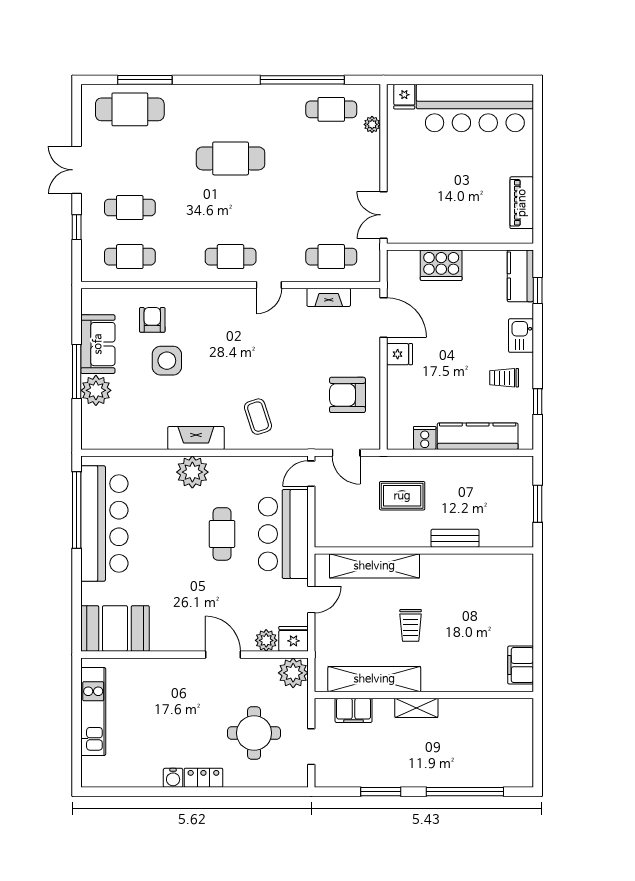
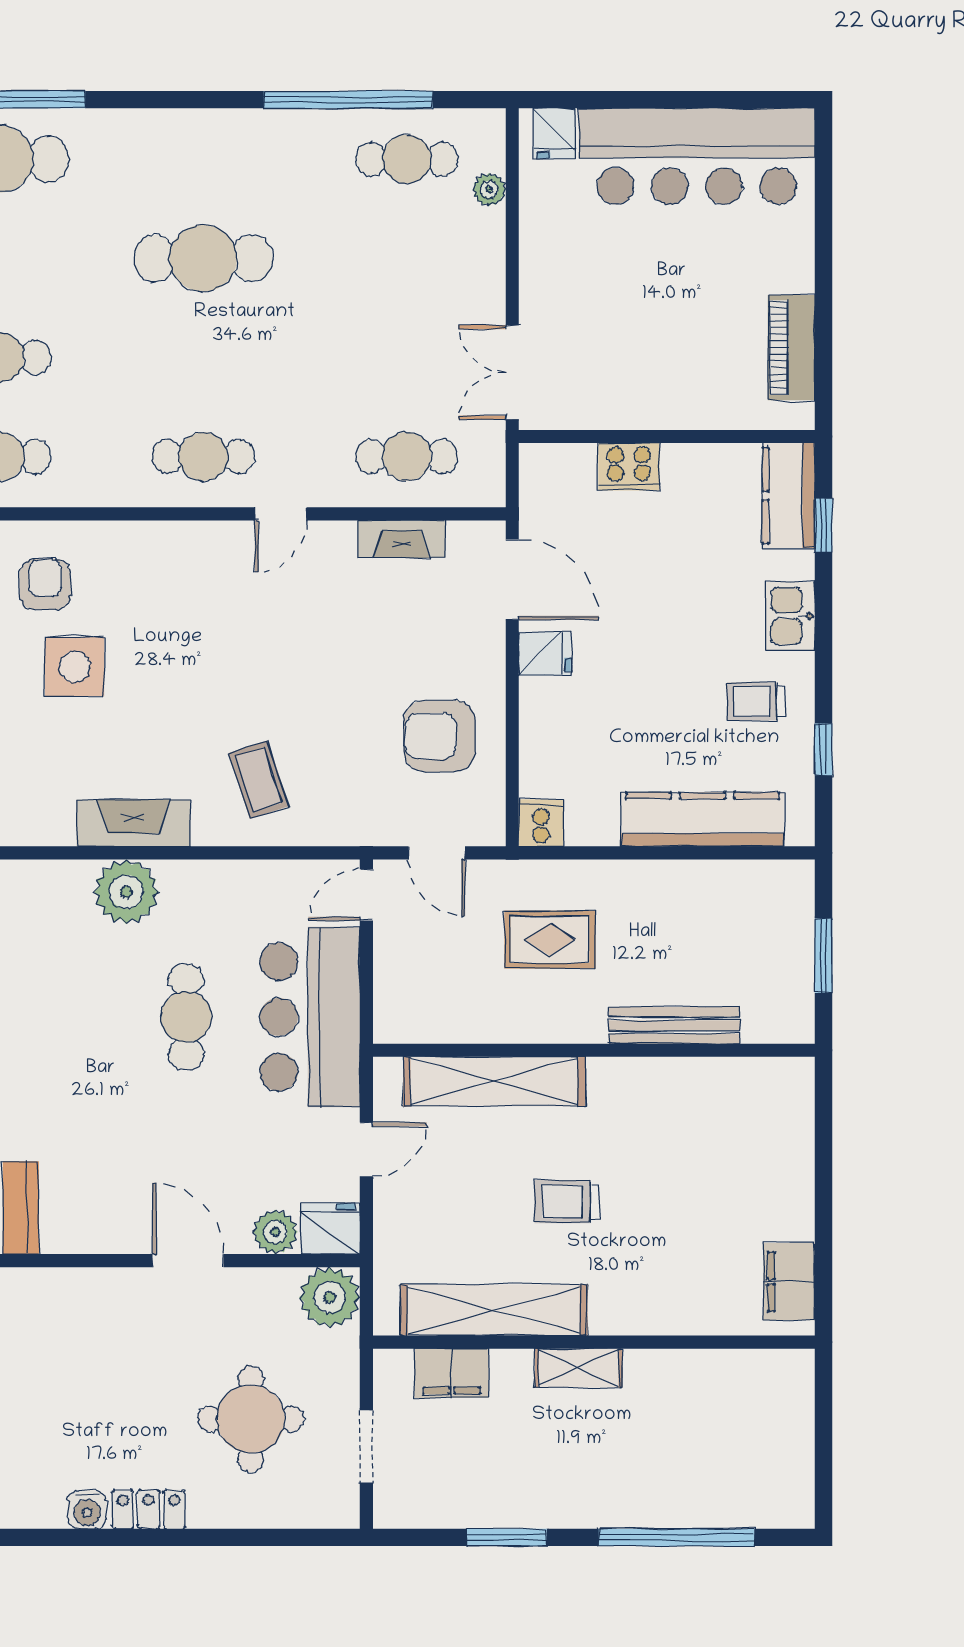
cooker: (441, 265) -> (629, 467), width x0.73, depth x0.76
cooker: (425, 438) -> (541, 823), moved
bench: (455, 538) -> (674, 1025), width x1.36
trolley: (411, 625) -> (567, 1202), turned 90

